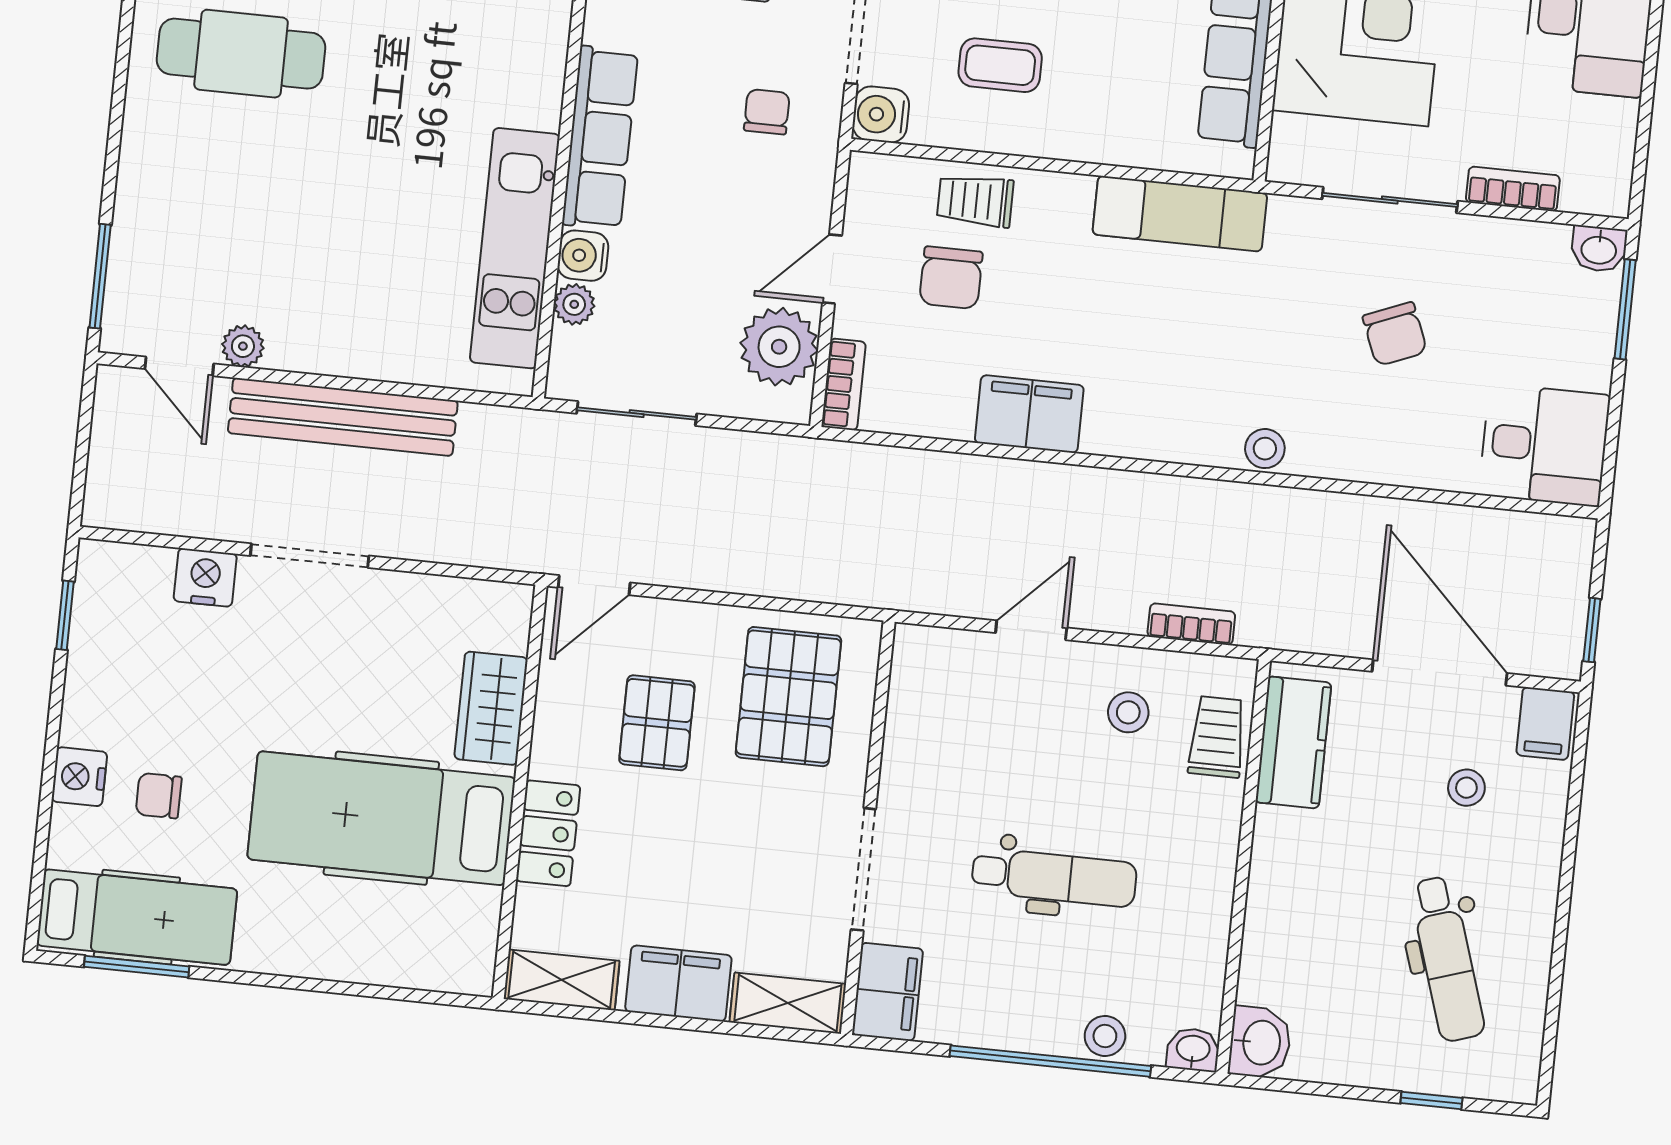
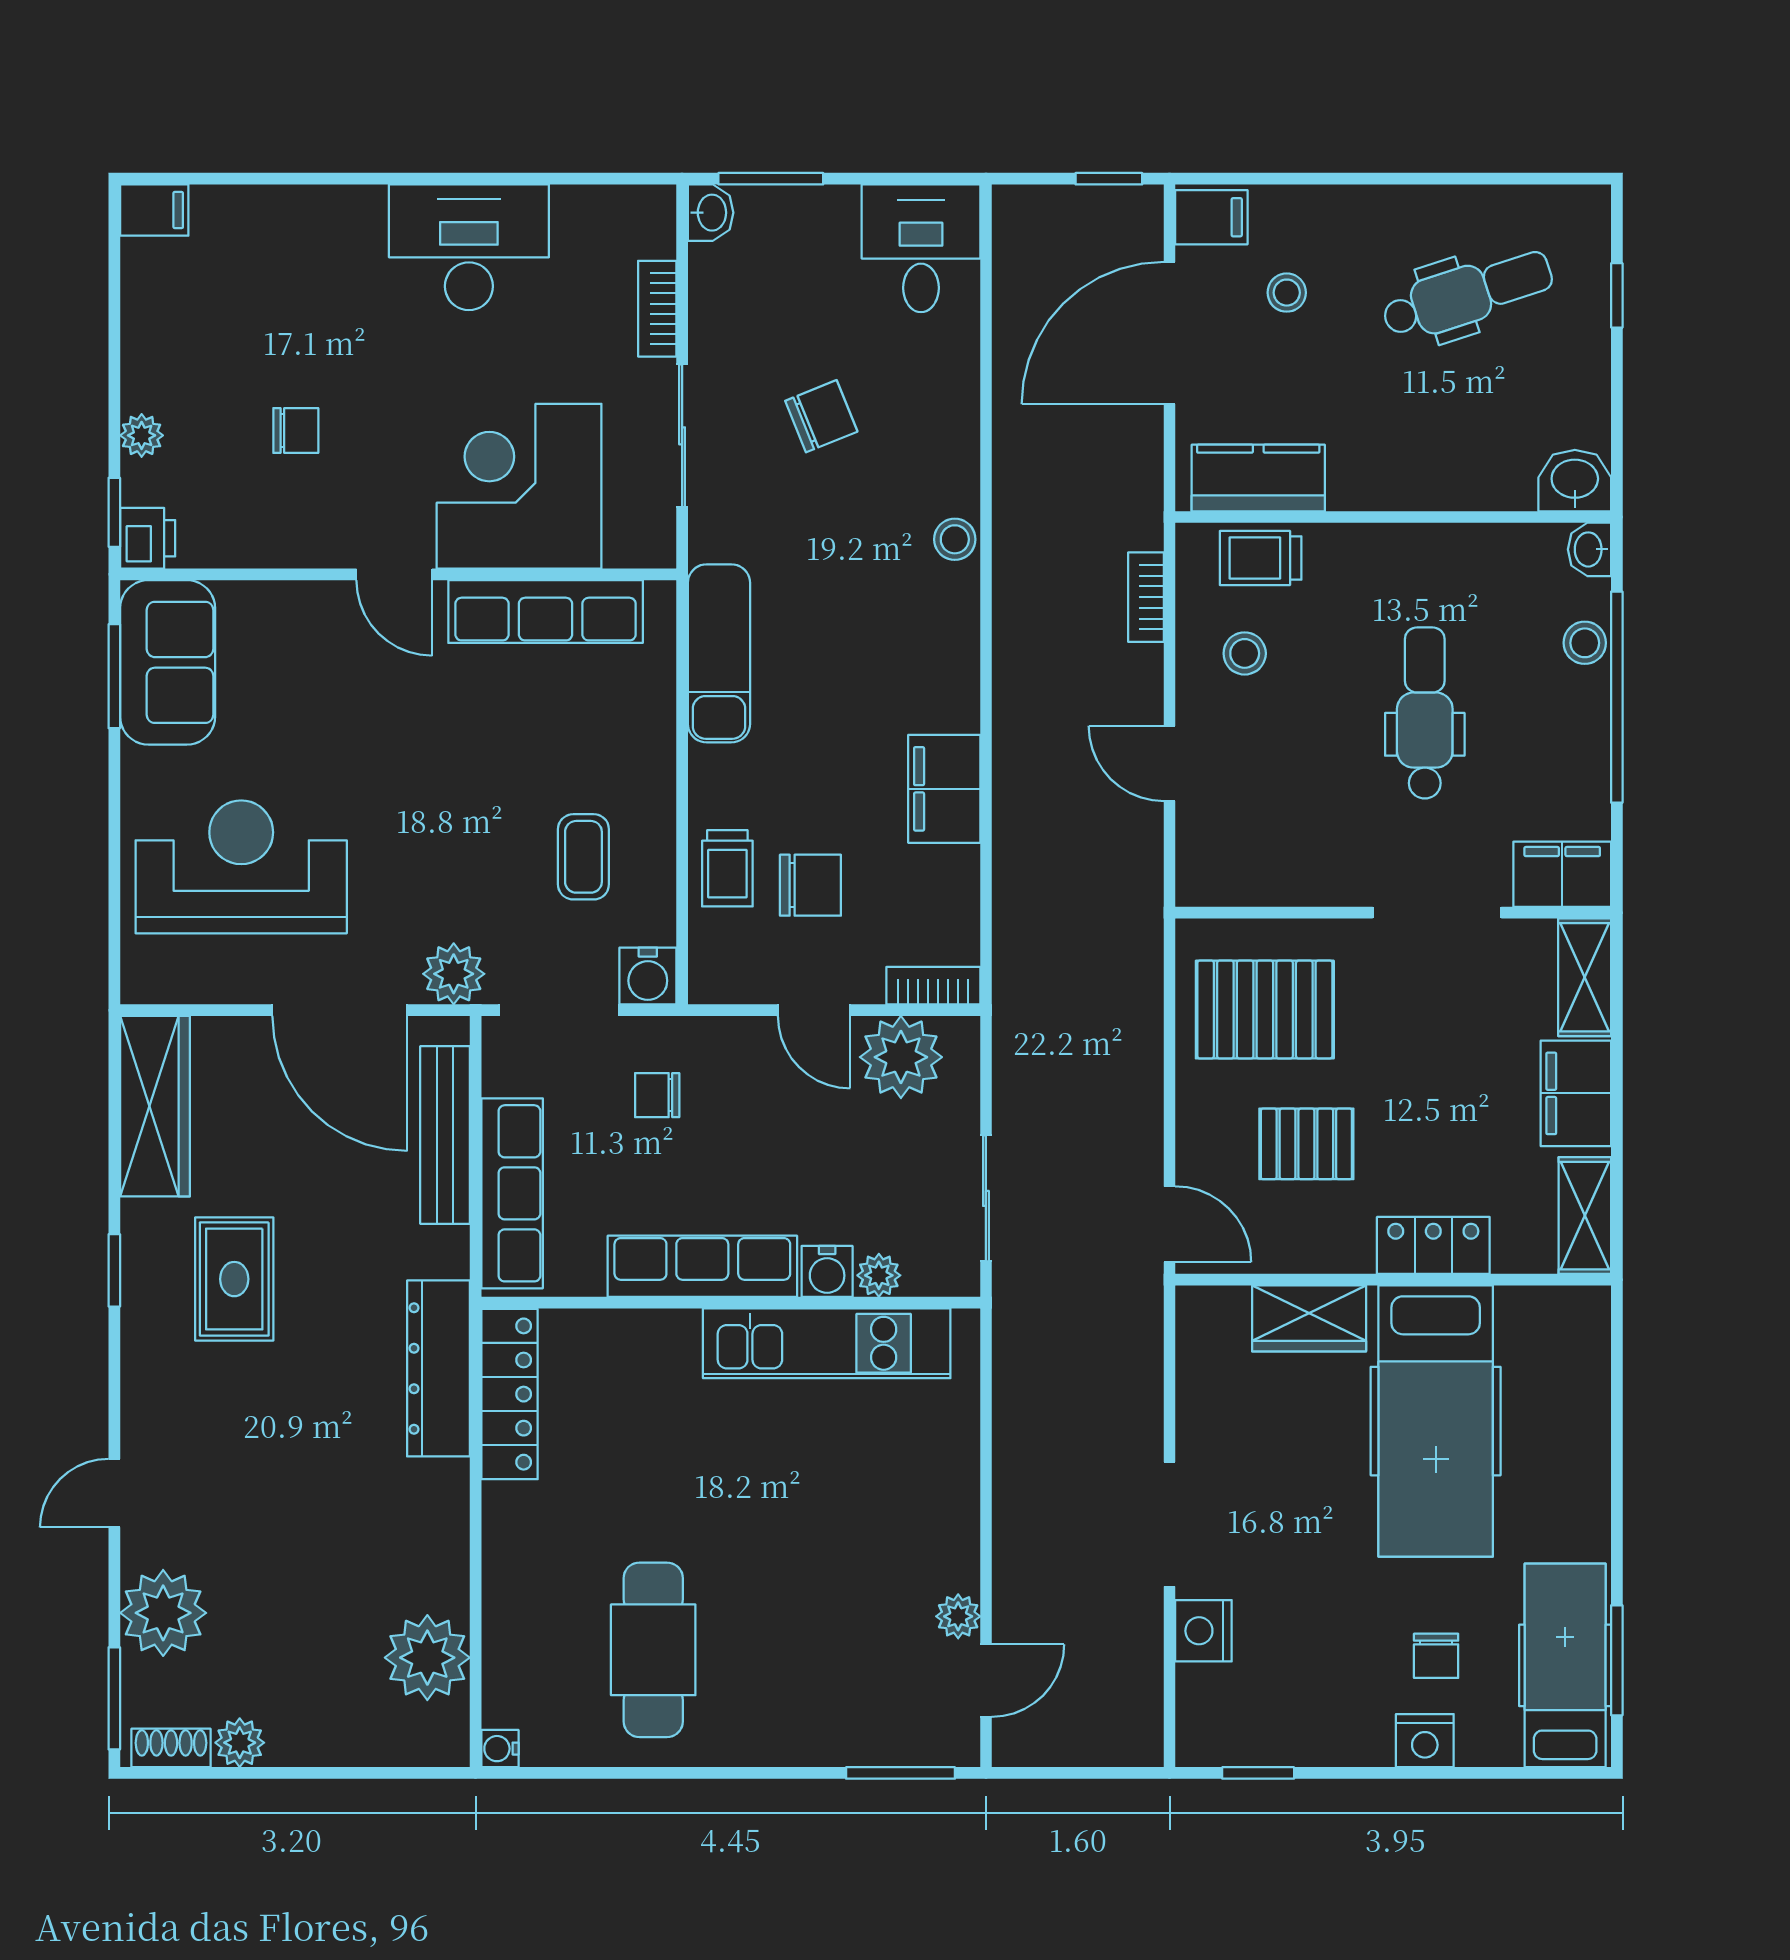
bench: (343, 417) -> (1021, 1505), removed

